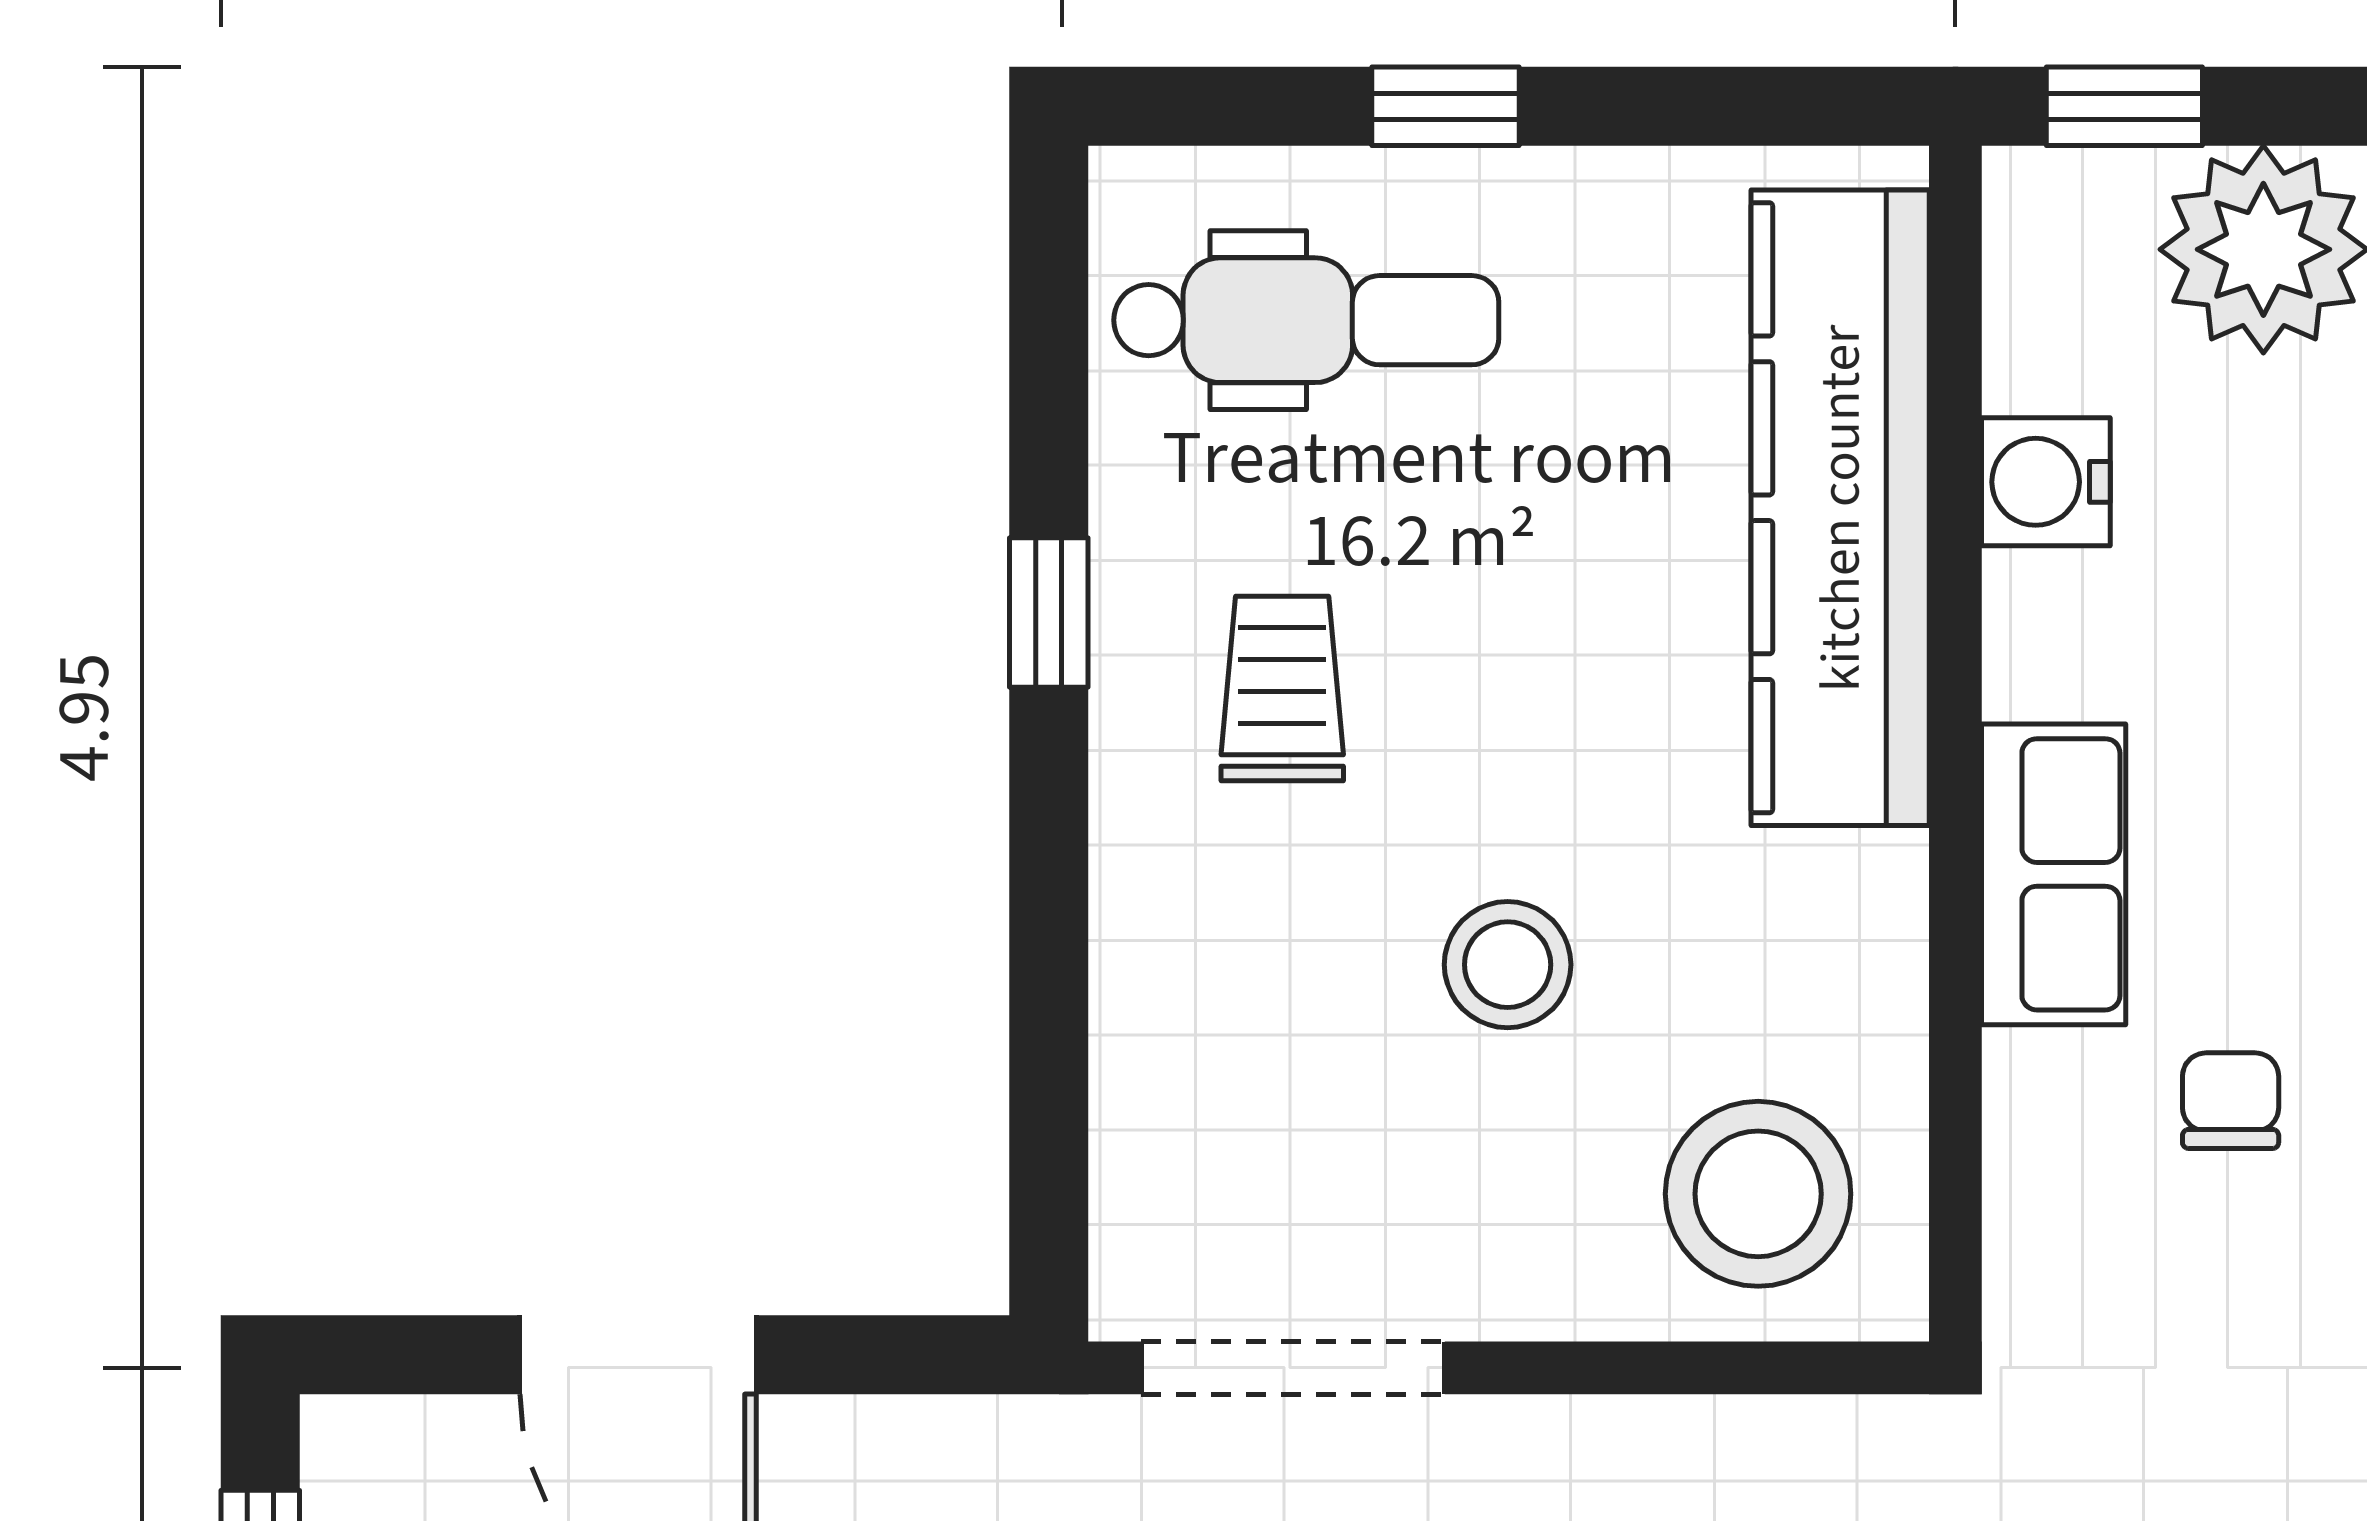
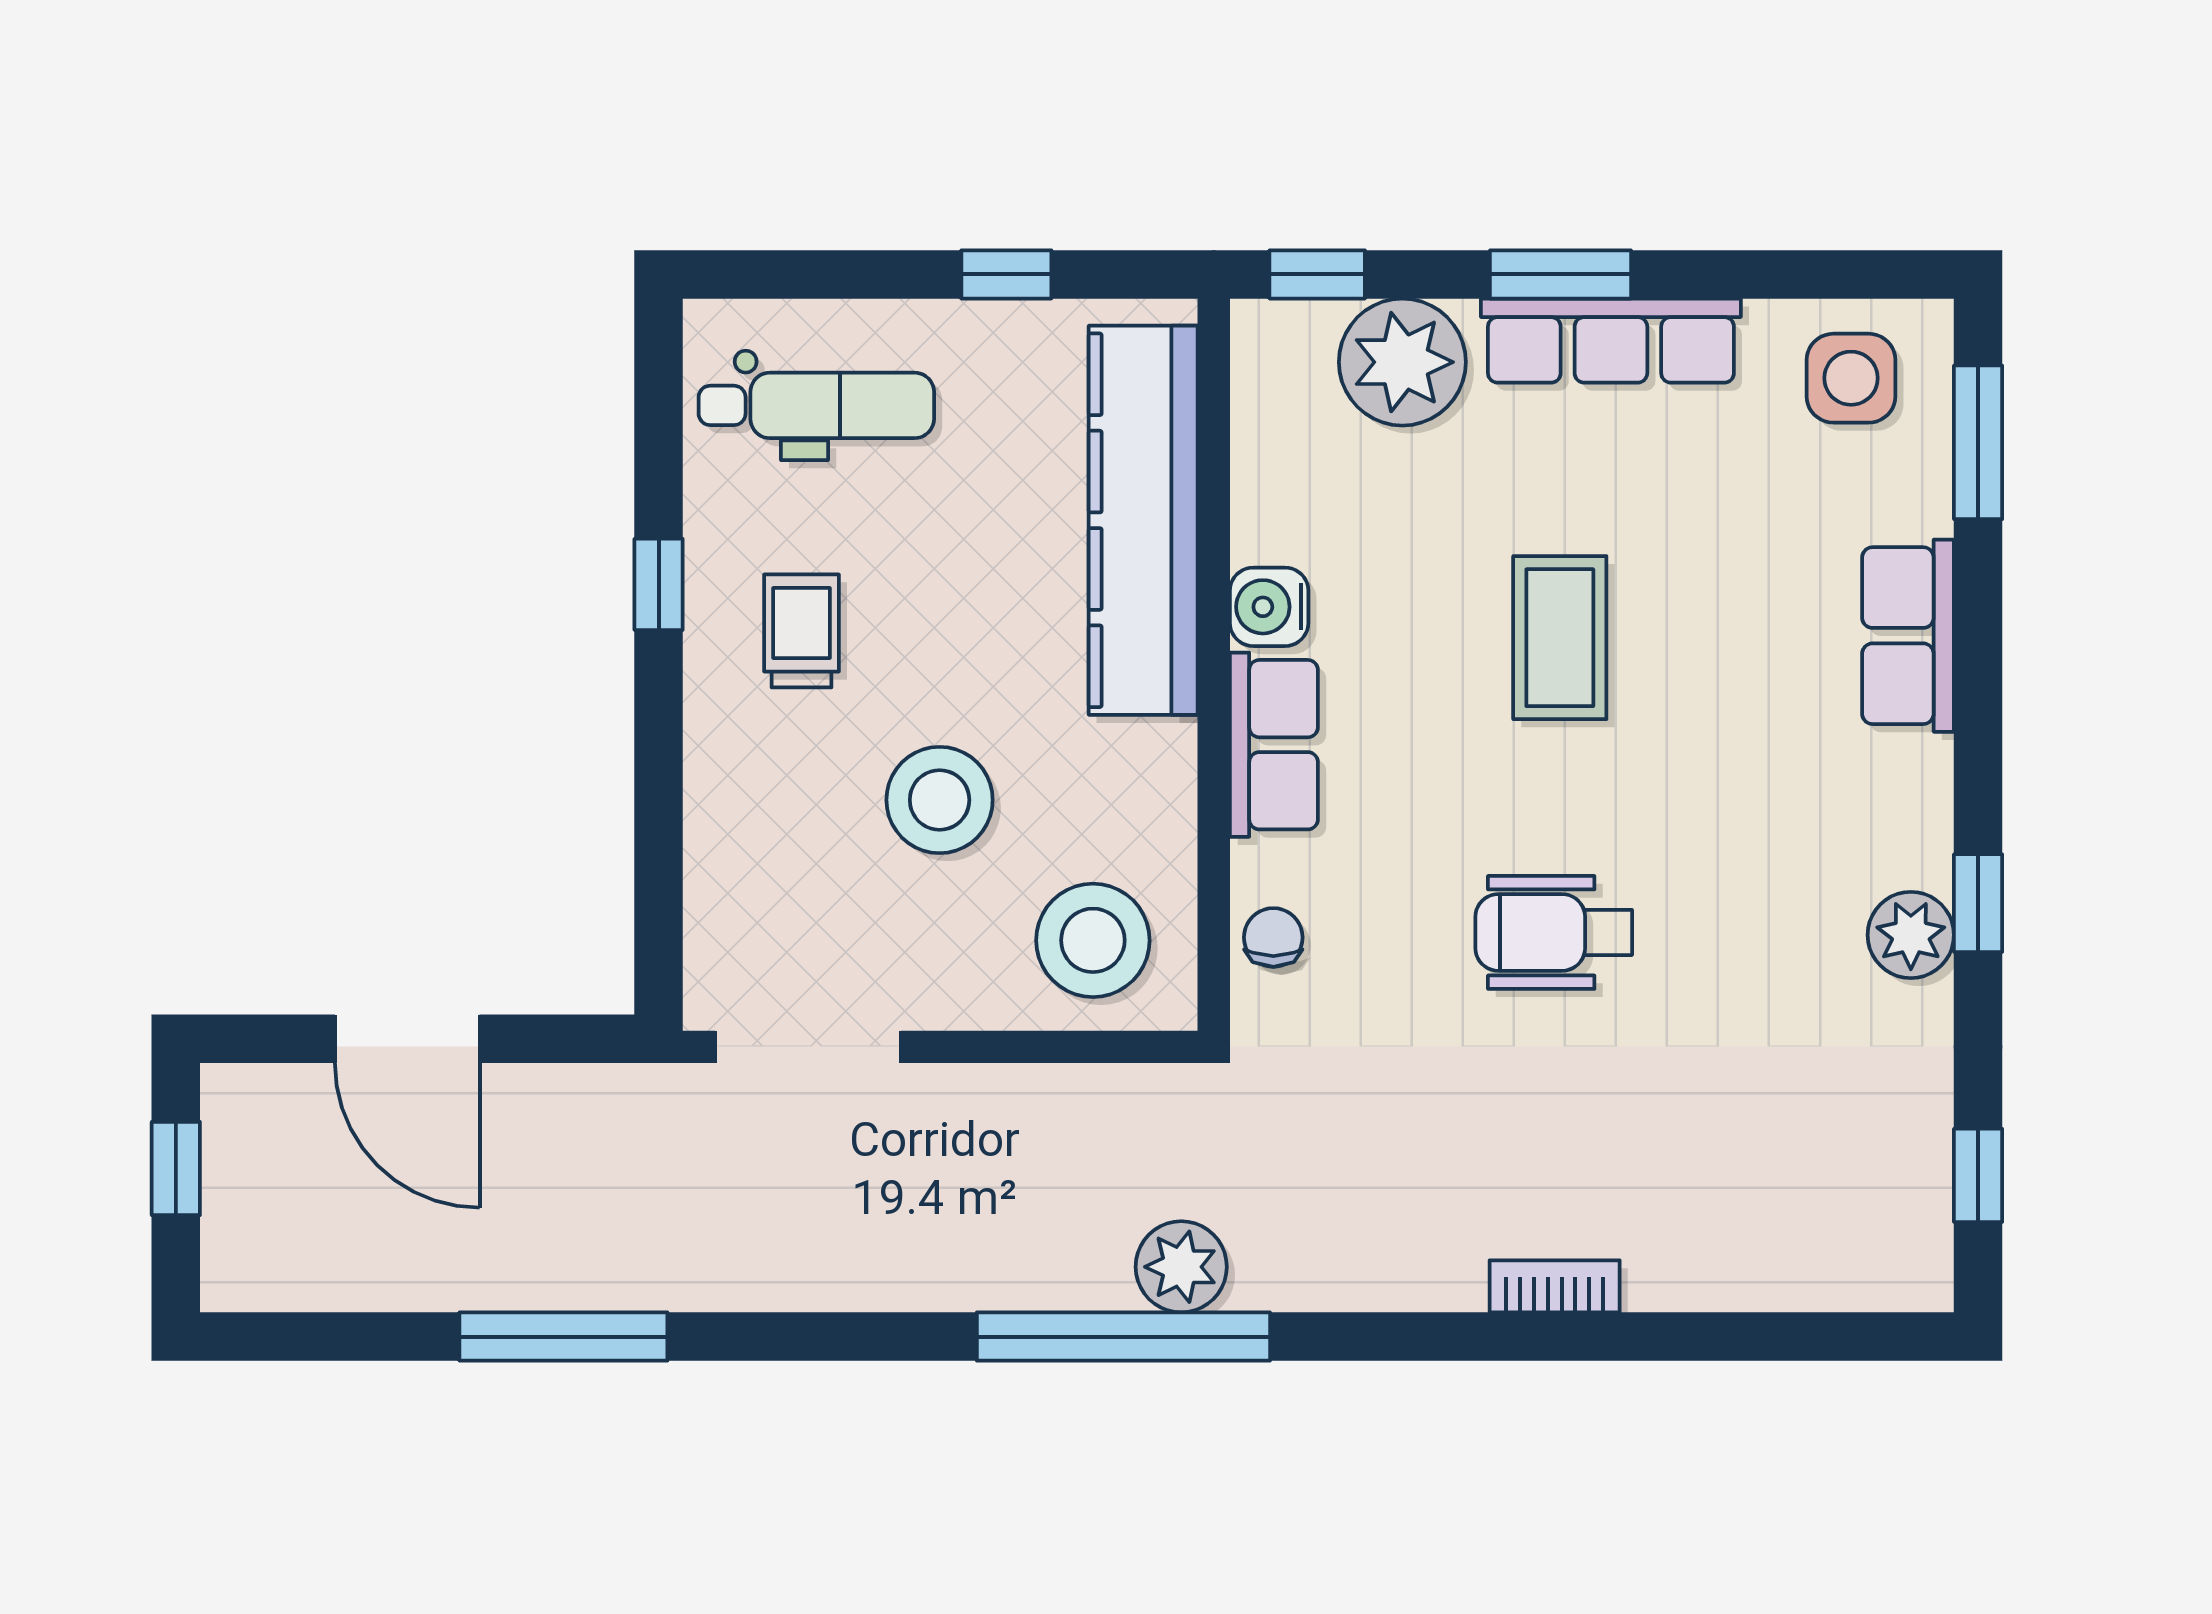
window: (1445, 106) -> (1006, 274), moved
water cooler: (2046, 482) -> (1269, 607), moved
stool: (1508, 965) -> (940, 800), width x1.38, depth x1.38
chair: (2231, 1101) -> (1273, 937), moved

